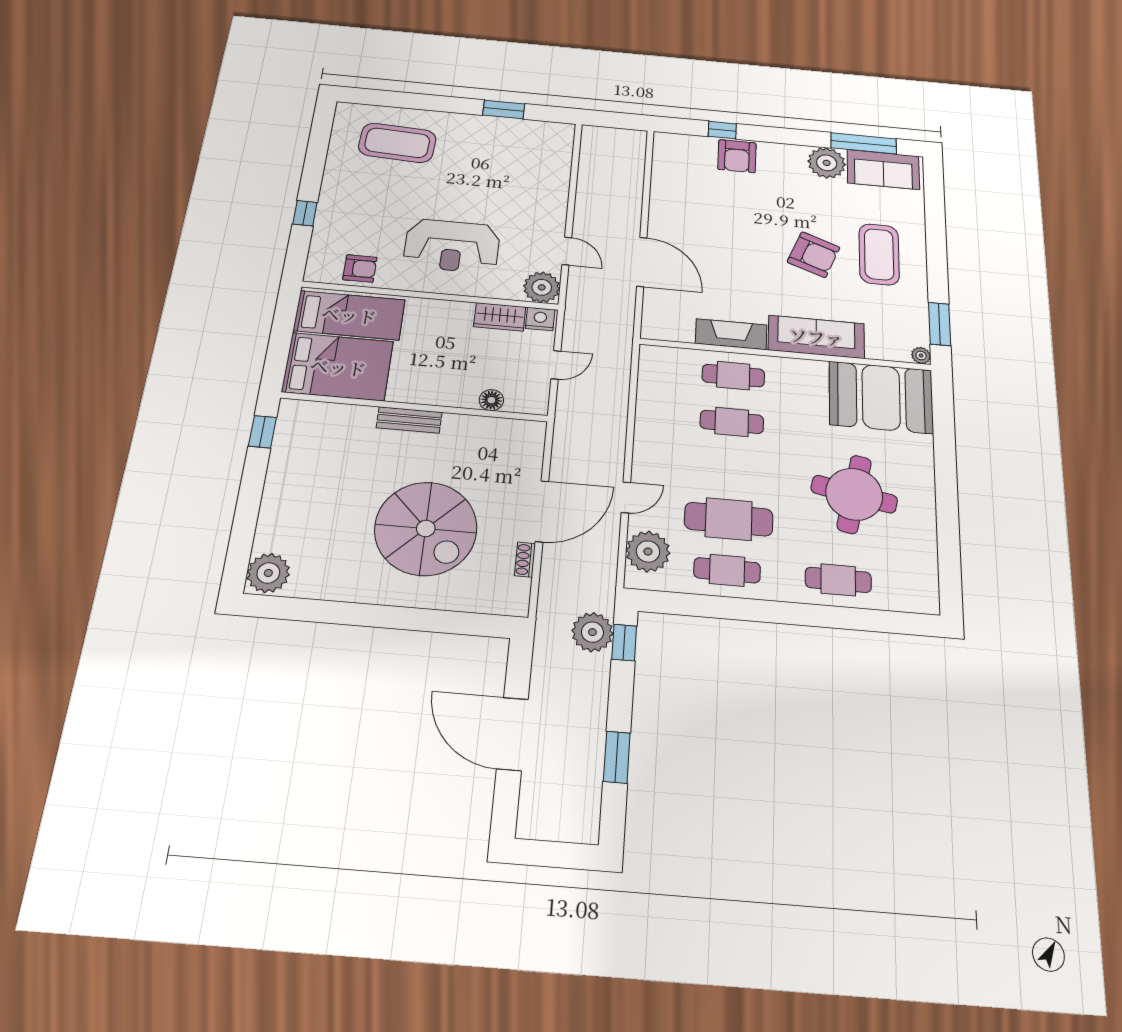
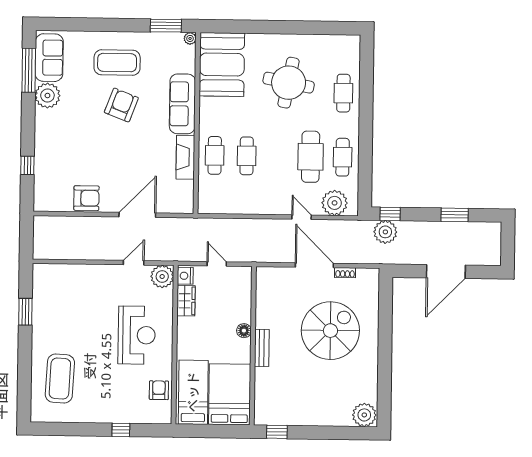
armchair: (737, 156) -> (86, 198), moved
floor lamp: (491, 400) -> (244, 331), moved

